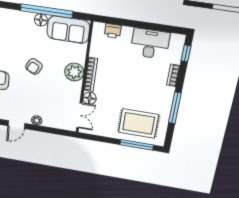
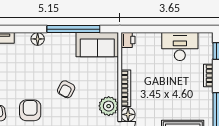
floor lamp: (41, 20) -> (38, 39), moved
printer: (113, 31) -> (128, 40), moved, turned -90
plant: (74, 72) -> (109, 106), moved

